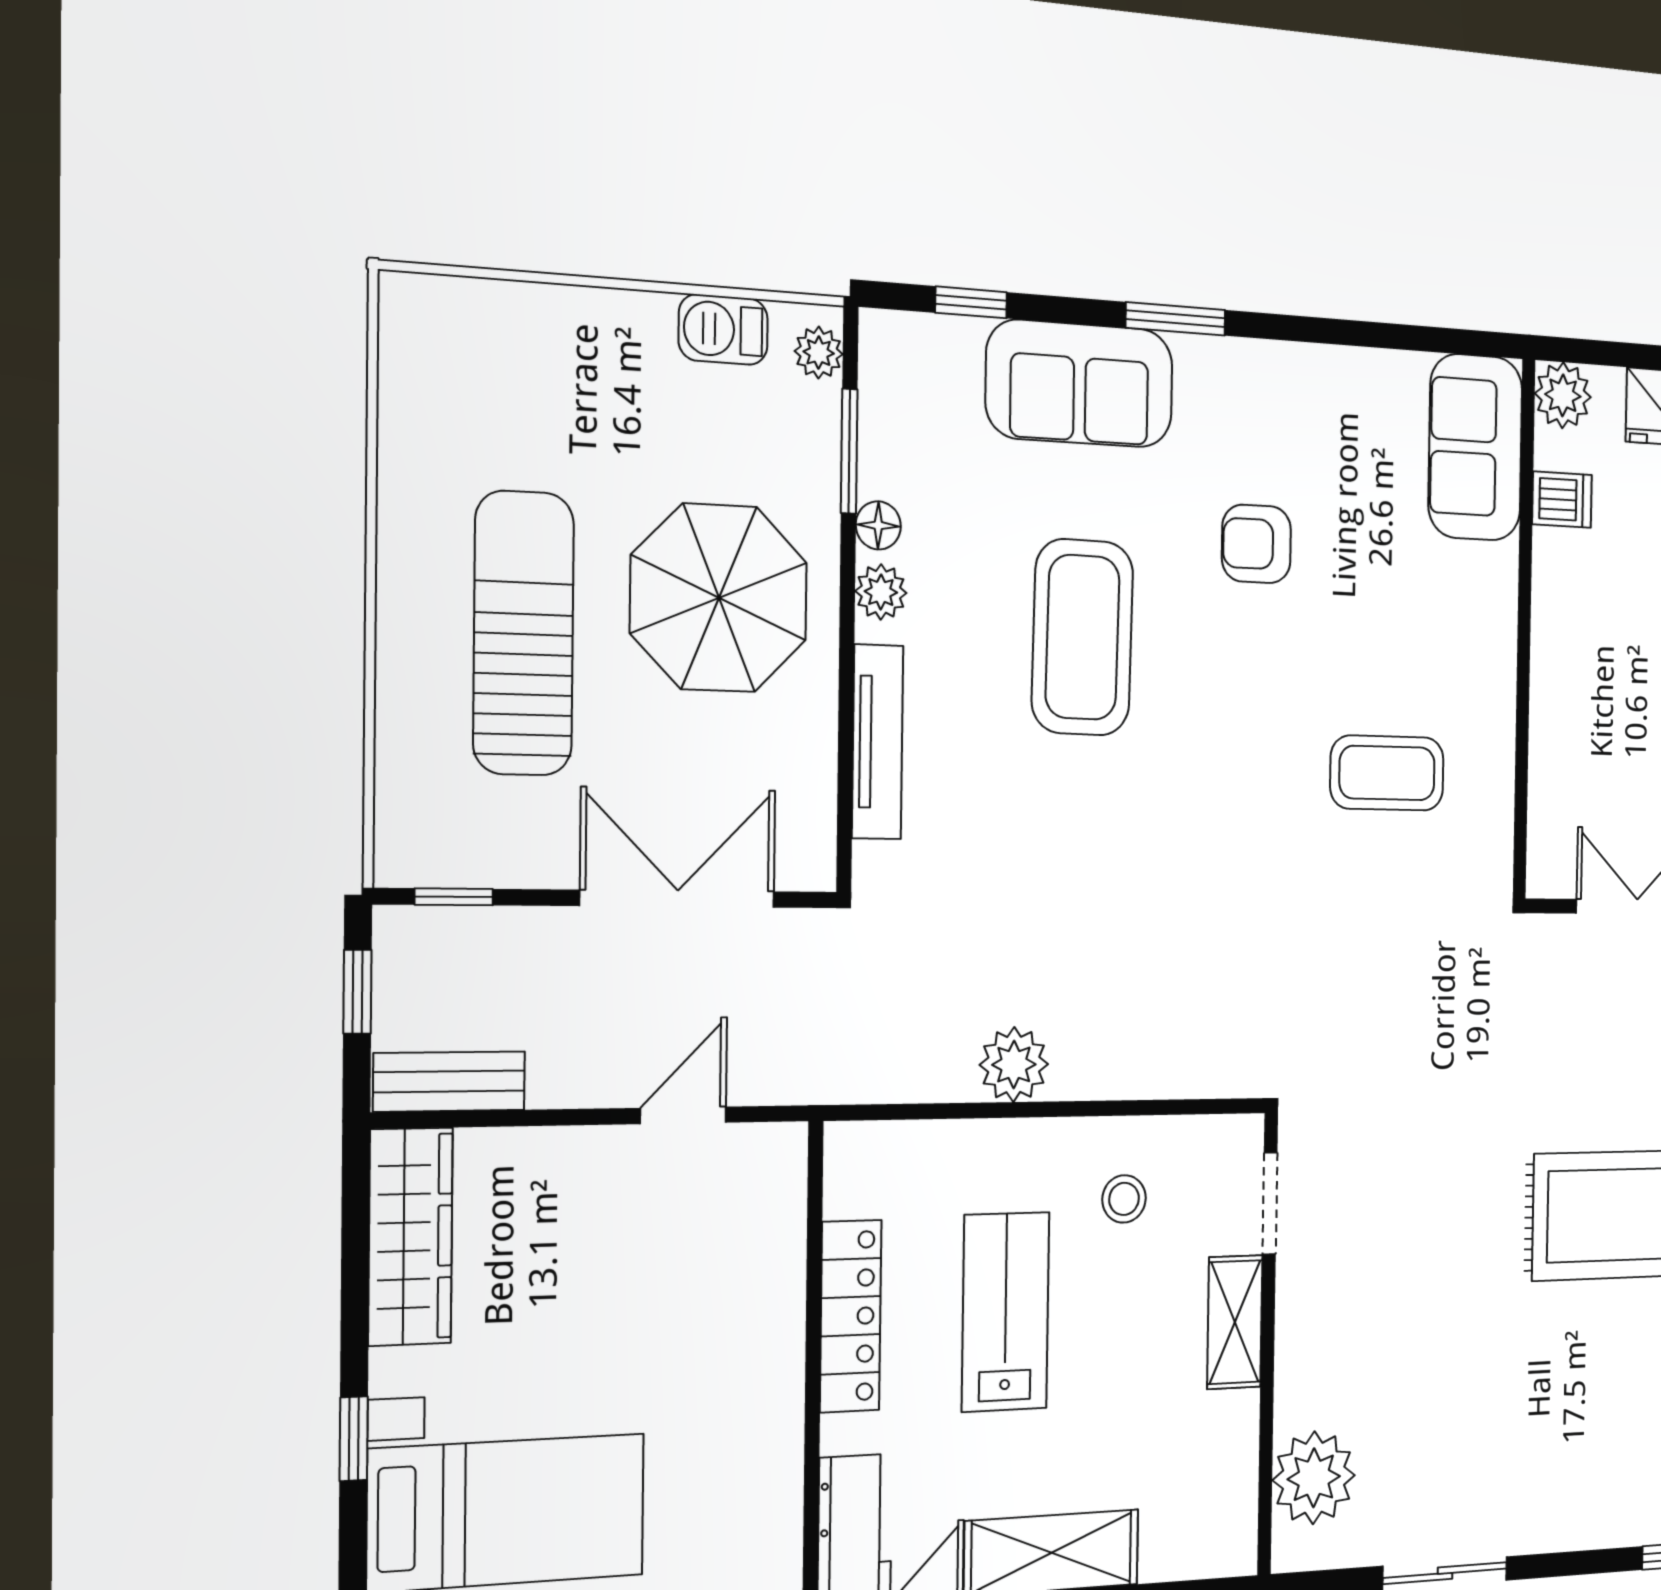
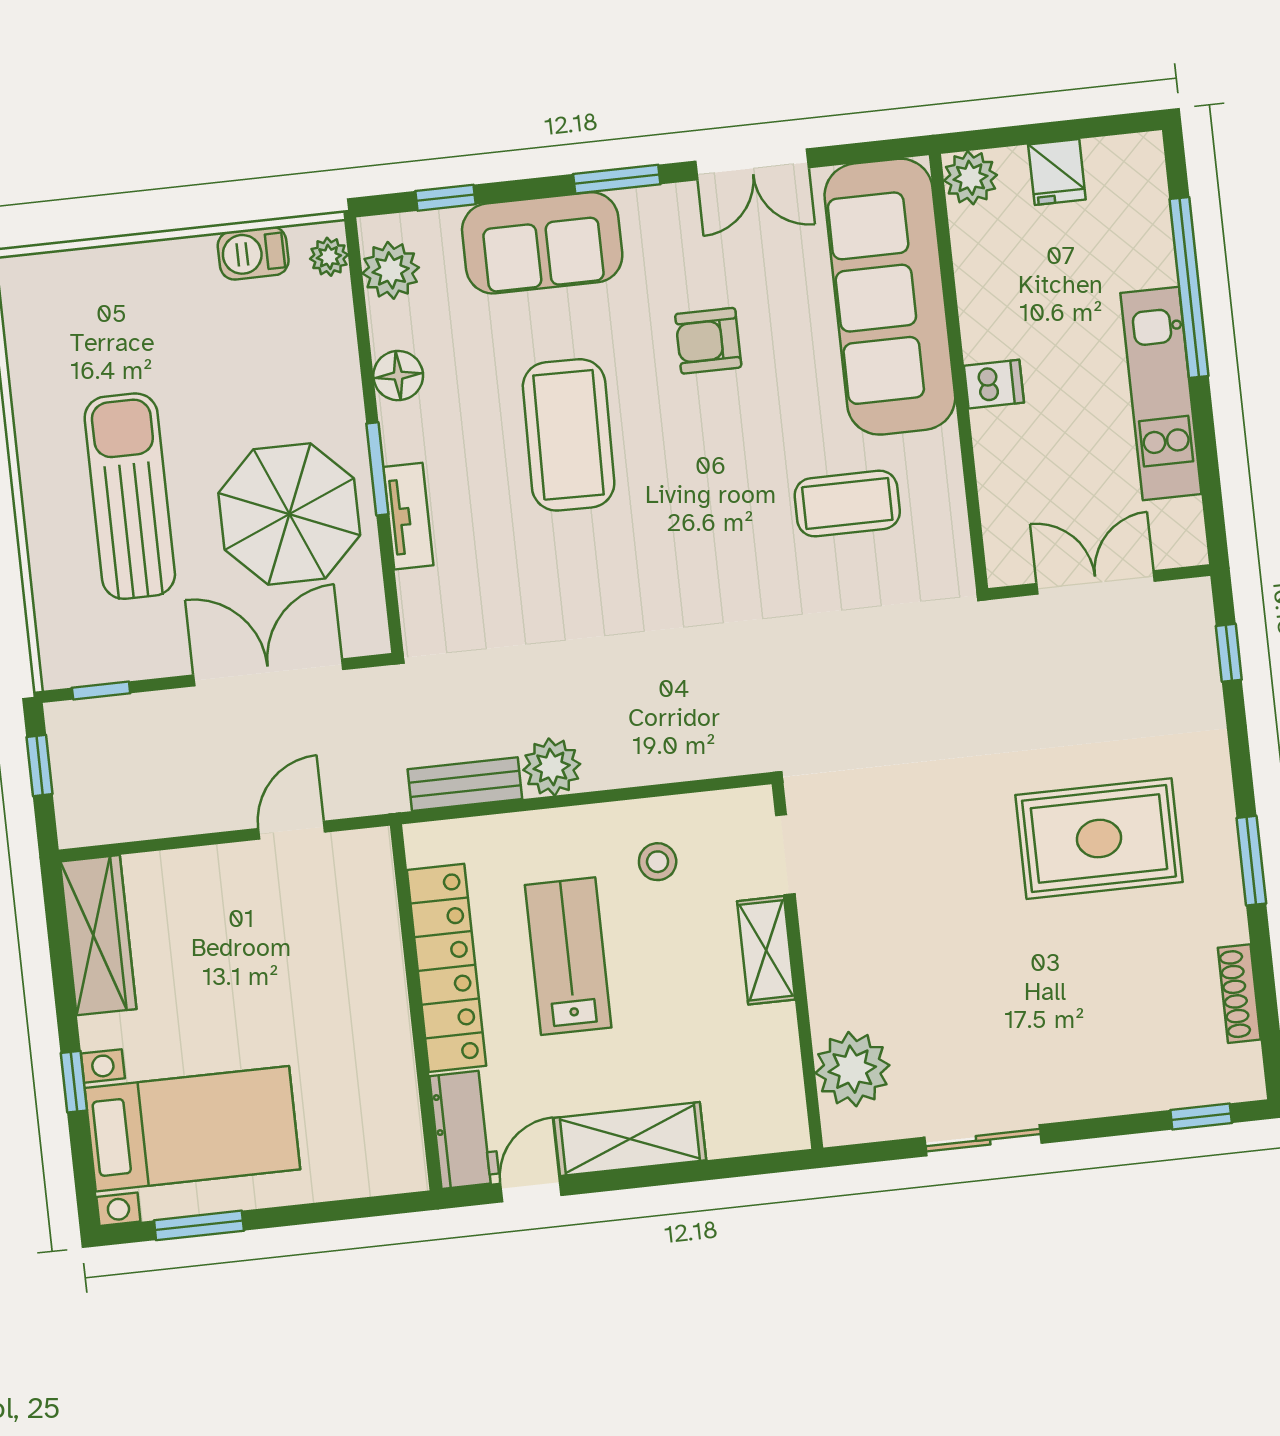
double door: (1330, 331) -> (752, 164), added
sofa: (1475, 447) -> (890, 297), width x1.85, depth x1.27
window: (849, 451) -> (377, 469), moved
dishwasher: (1562, 500) -> (994, 384), moved
floor lamp: (878, 525) -> (398, 376), width x1.37, depth x1.37
plant: (881, 592) -> (391, 270), moved, width x1.38, depth x1.38
parasol: (719, 598) -> (289, 514), moved
tv unit: (878, 742) -> (408, 516), width x0.71
bench: (449, 1082) -> (465, 784), moved
locker: (851, 1316) -> (446, 968), width x1.41, depth x1.21

